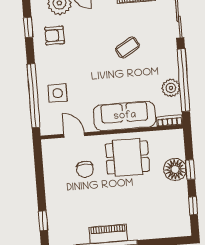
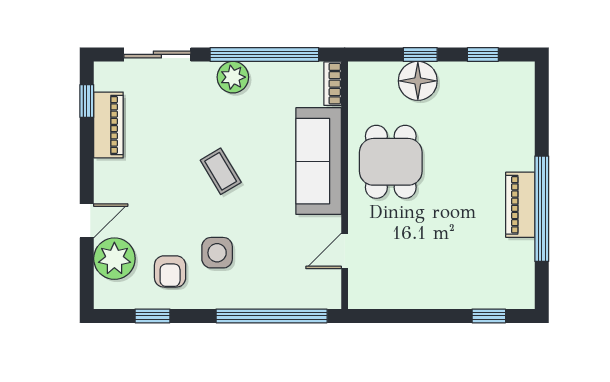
coffee table: (127, 47) -> (221, 171), moved
plant: (171, 88) -> (233, 77), moved
side table: (58, 93) -> (217, 253), moved
chair: (85, 169) -> (406, 237), removed

